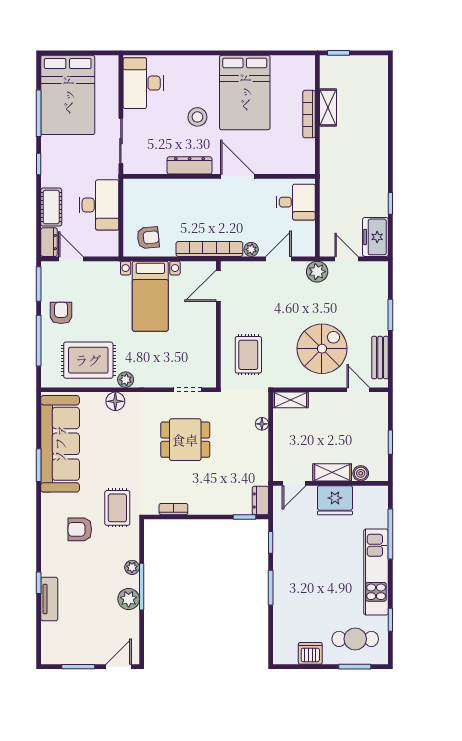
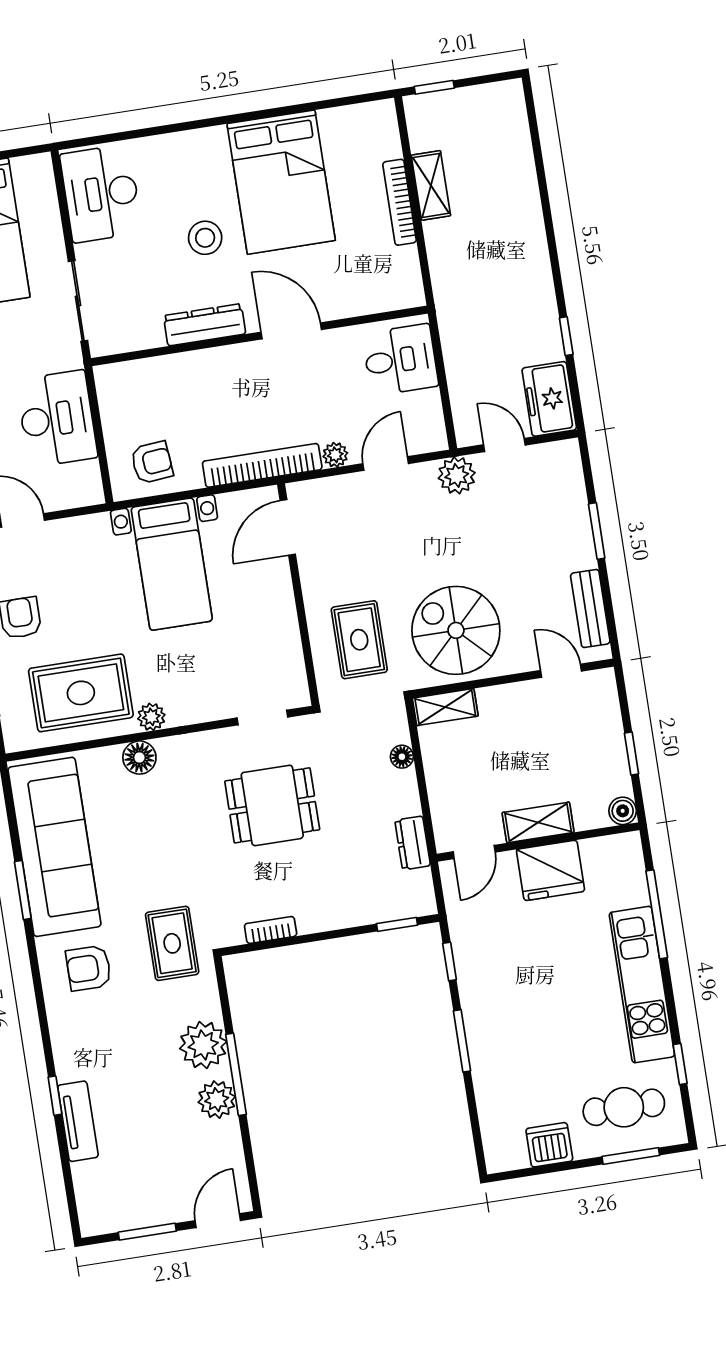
spiral stairs: (322, 349) -> (456, 630), moved, turned -90
boiler: (361, 473) -> (623, 811), moved
dresser: (260, 500) -> (413, 843), moved
armchair: (80, 529) -> (89, 968), moved
plant: (132, 567) -> (203, 1045), width x1.88, depth x1.88

